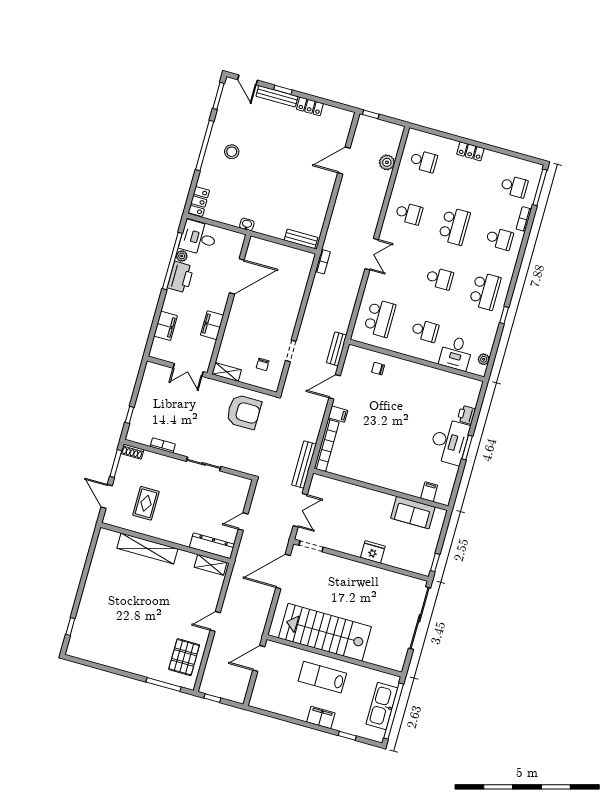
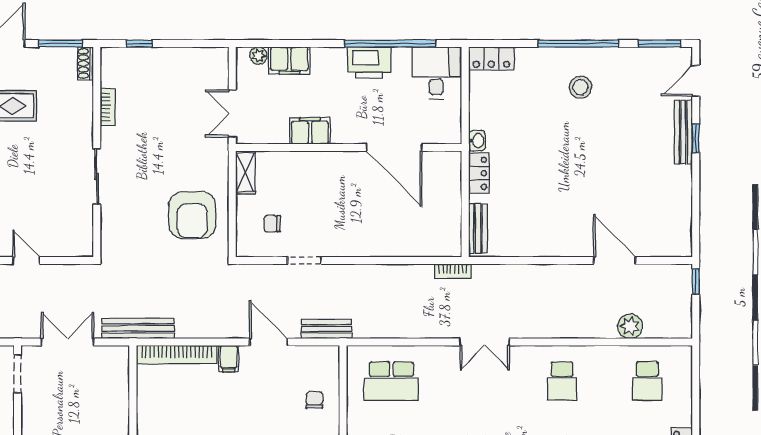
locker: (310, 106) -> (479, 173), moved, turned 180
plant: (182, 256) -> (258, 56), moved
double door: (300, 510) -> (68, 342), swing flipped

